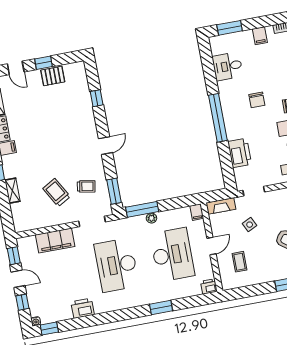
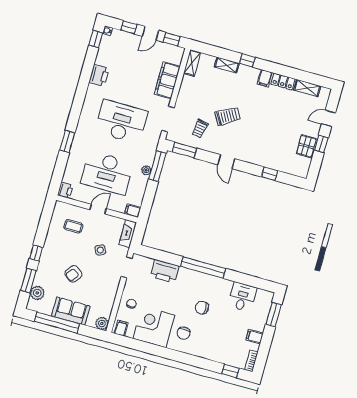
trolley: (57, 193) -> (228, 116), moved
shelving: (27, 225) -> (192, 63), added
door: (211, 246) -> (98, 209), swing flipped

